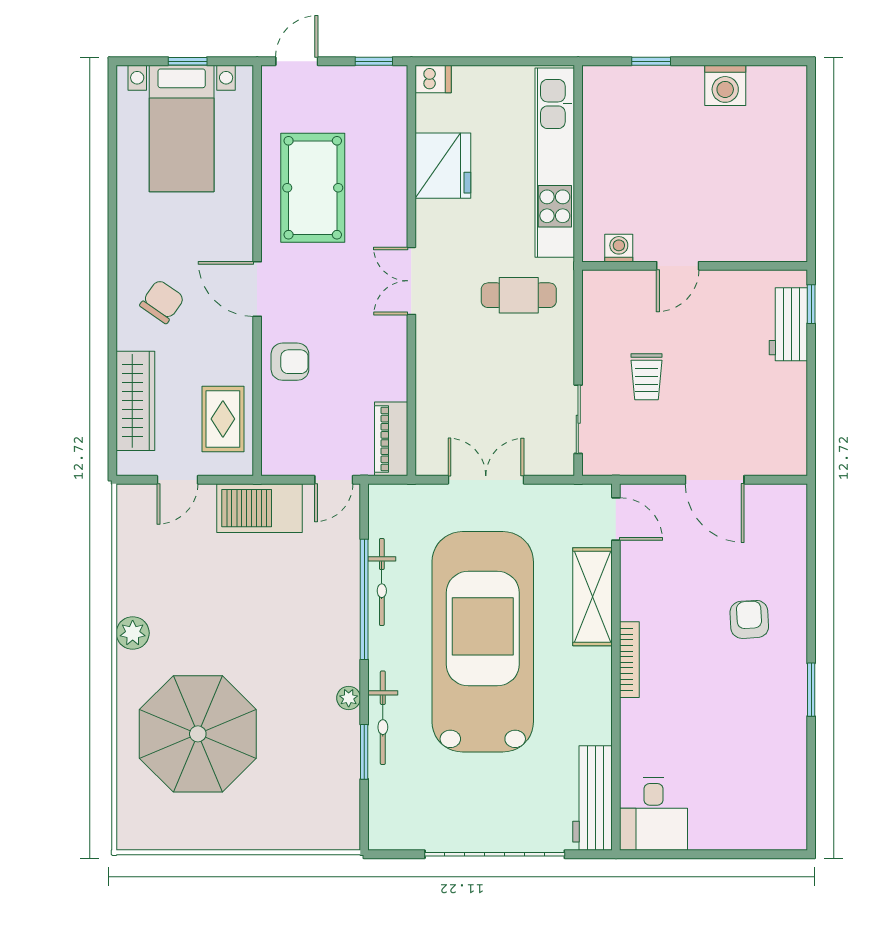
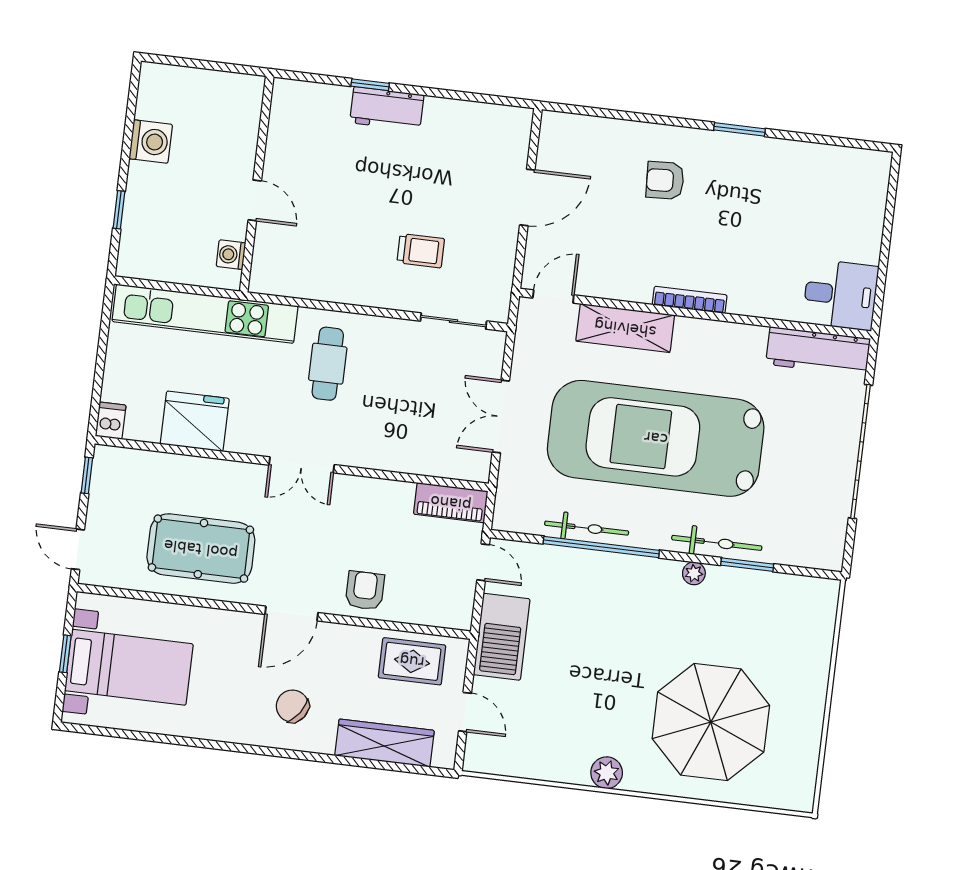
washing machine: (619, 248) -> (231, 255), moved
door: (678, 266) -> (255, 200), moved
wall: (695, 266) -> (257, 184), moved

